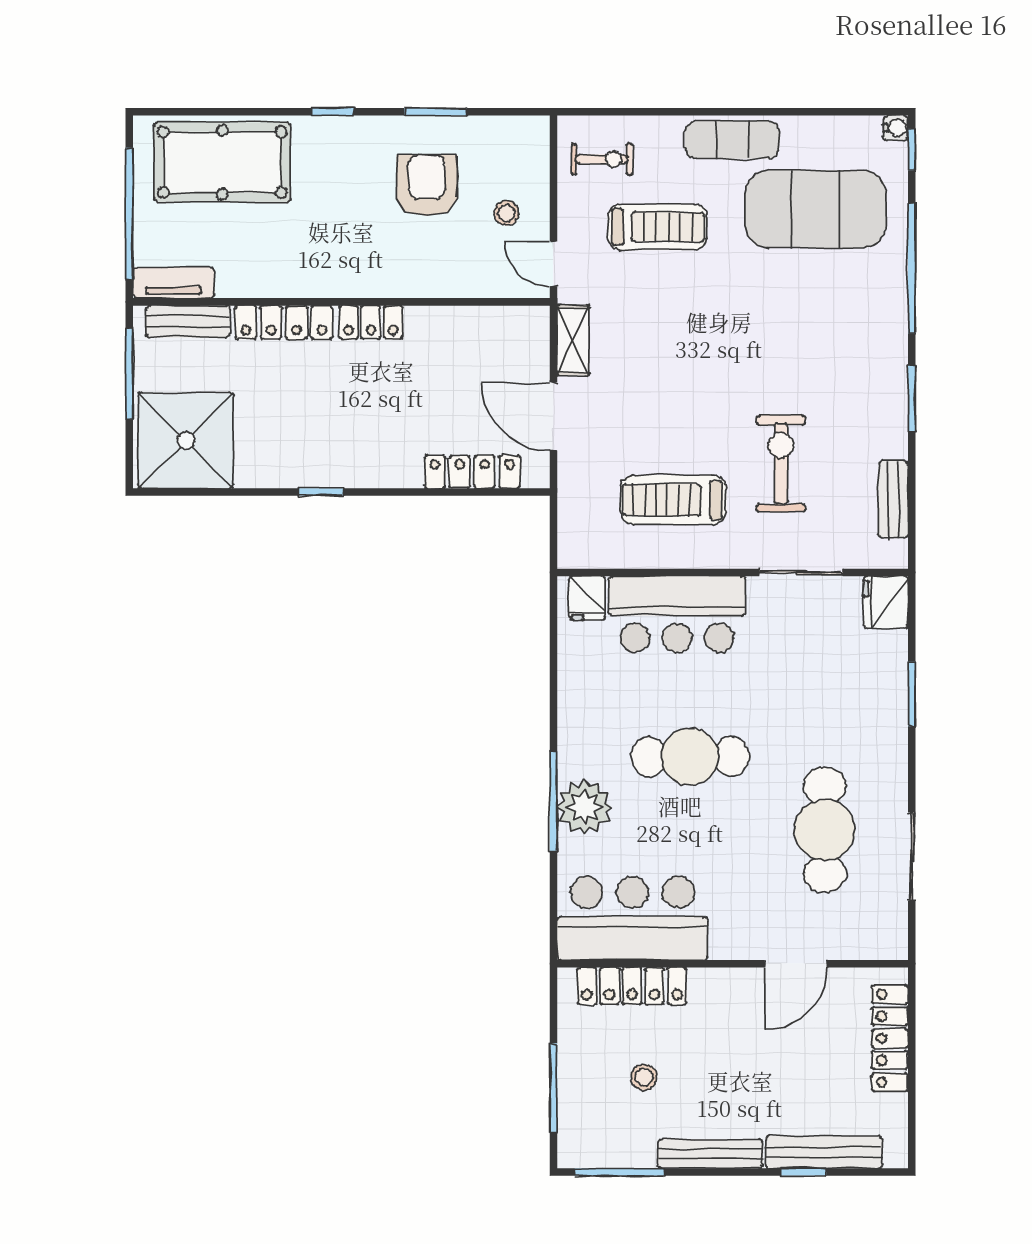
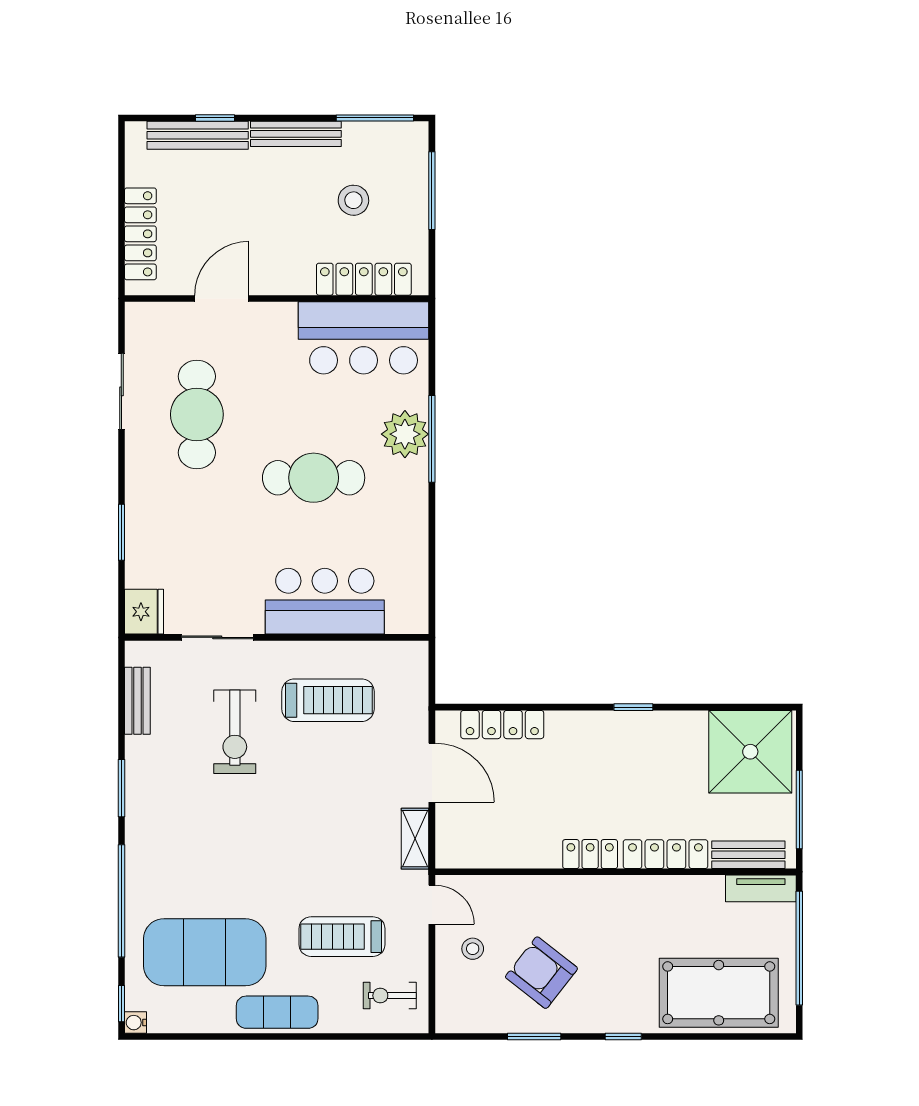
armchair: (427, 185) -> (541, 973), turned 128
fridge: (587, 598) -> (403, 615), removed
stool: (644, 1077) -> (353, 200), width x1.37, depth x1.37

